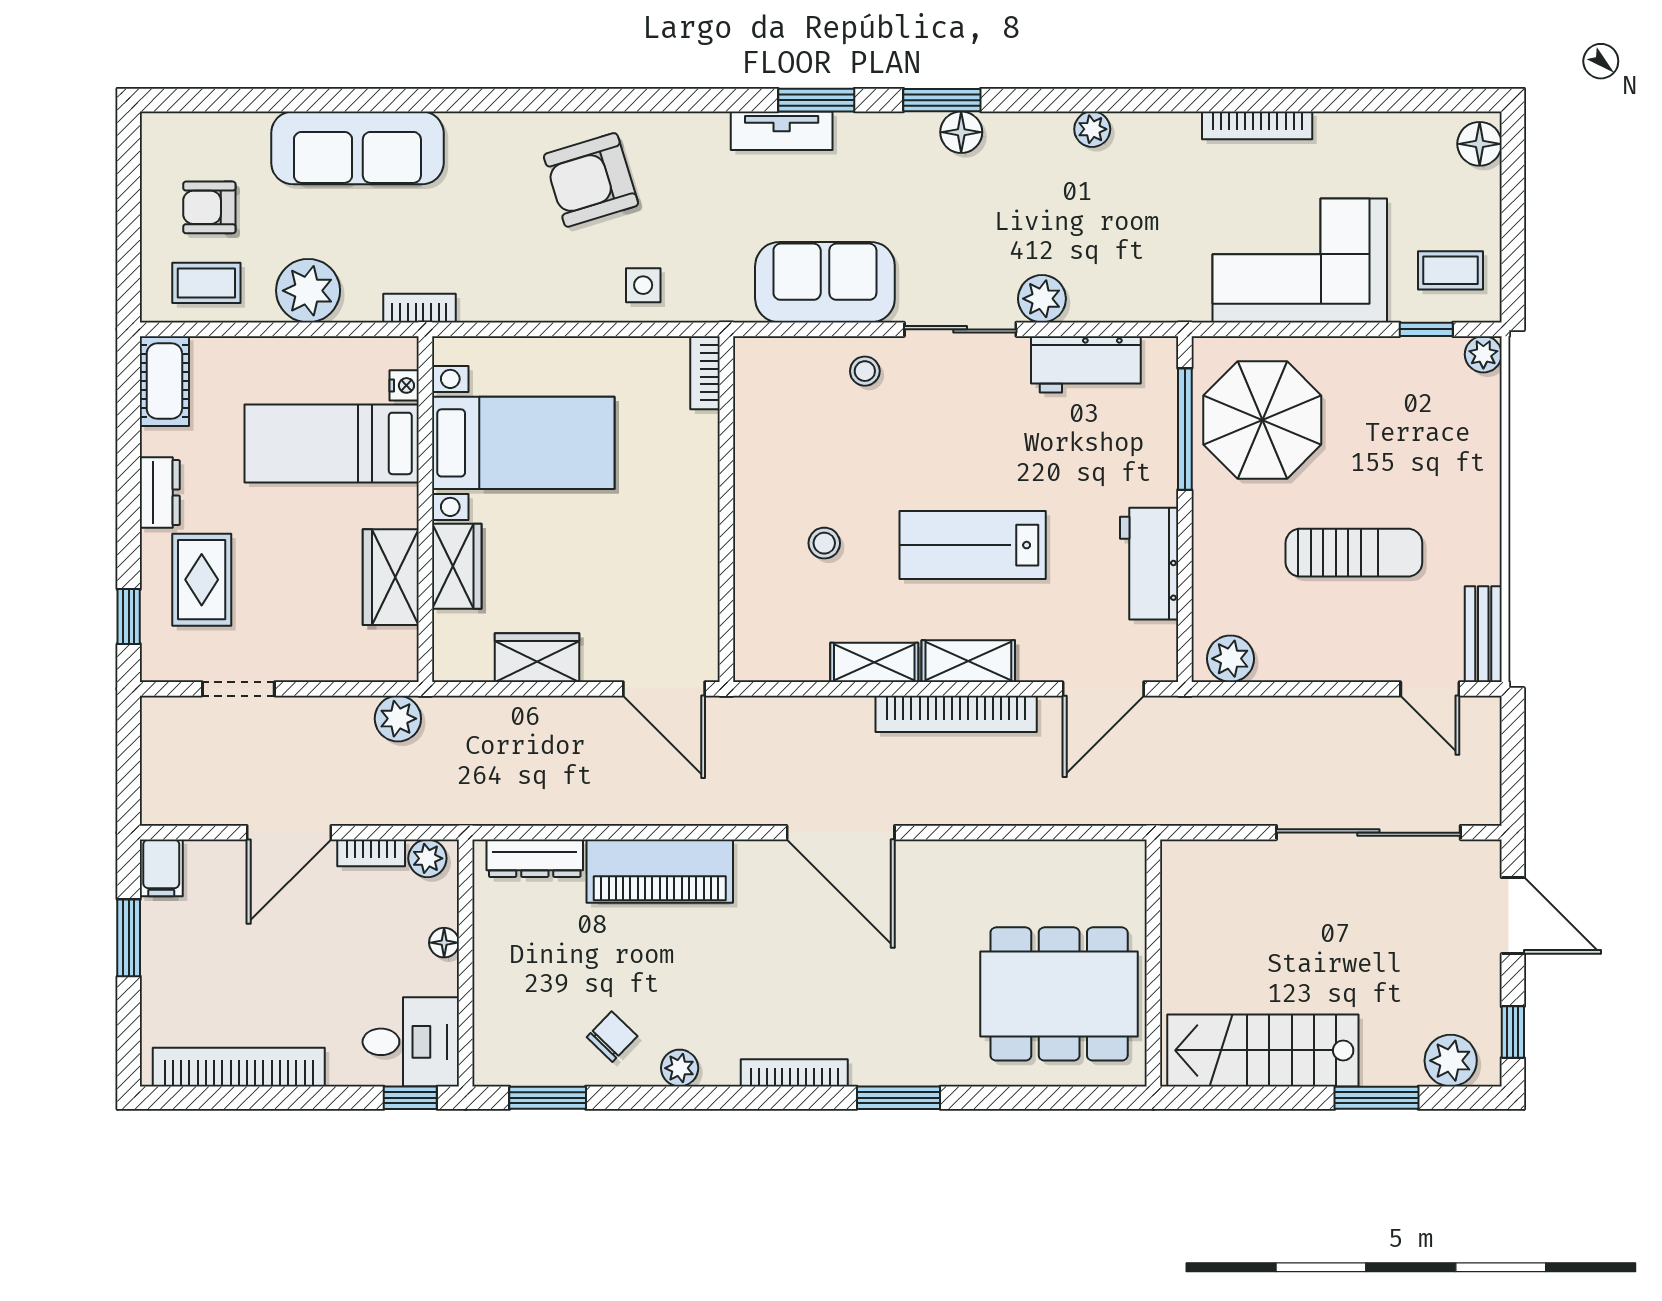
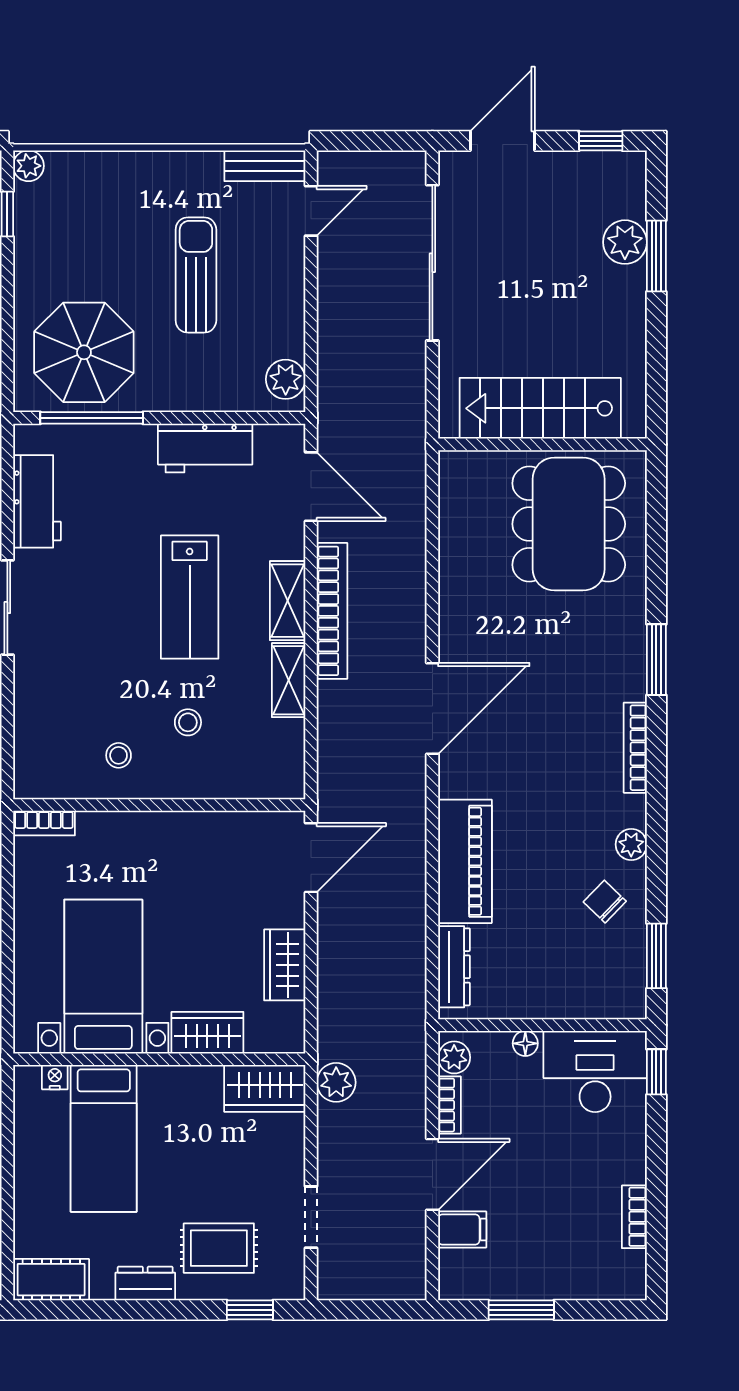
stool: (865, 371) -> (119, 755), moved
wardrobe: (391, 577) -> (265, 1088), moved
door: (289, 833) -> (432, 1174), hinge flipped
filing cabinet: (161, 868) -> (462, 1229), moved
desk: (411, 1042) -> (595, 1071), width x1.37
stairs: (1263, 1050) -> (540, 408), moved, turned 90
plant: (1451, 1061) -> (625, 242), moved
bookcase: (239, 1067) -> (634, 1217), width x0.43, depth x0.76

